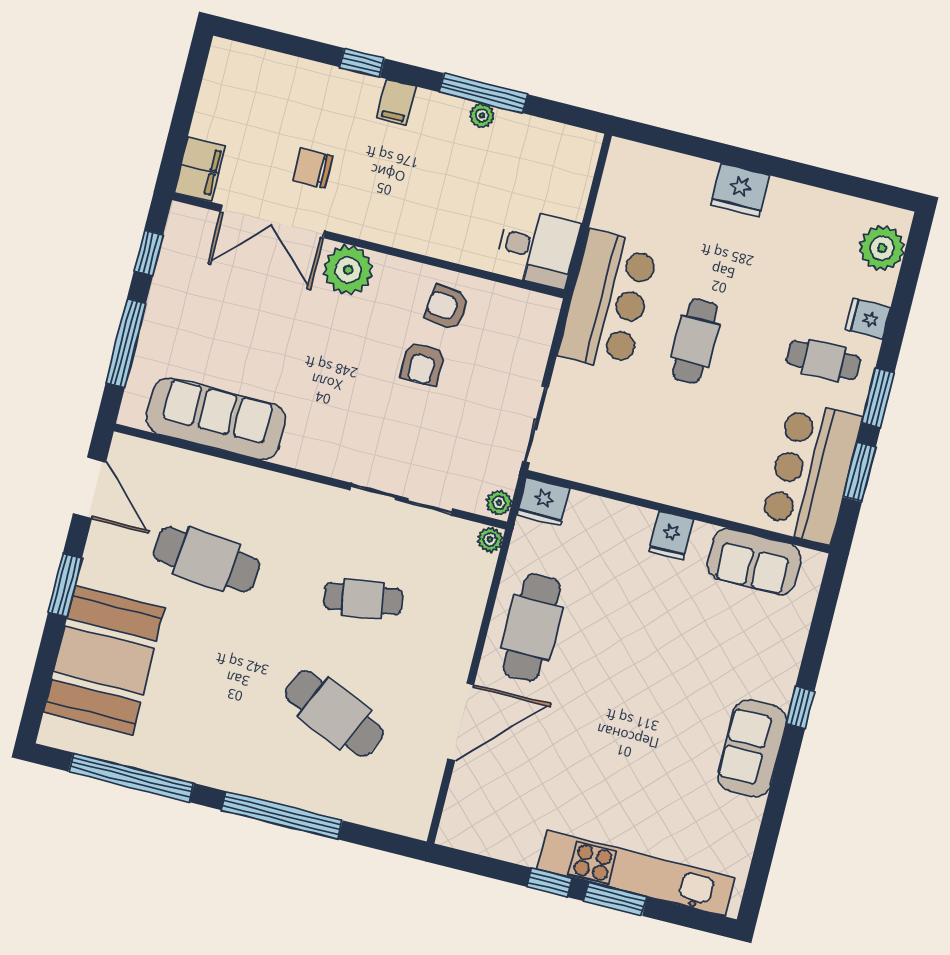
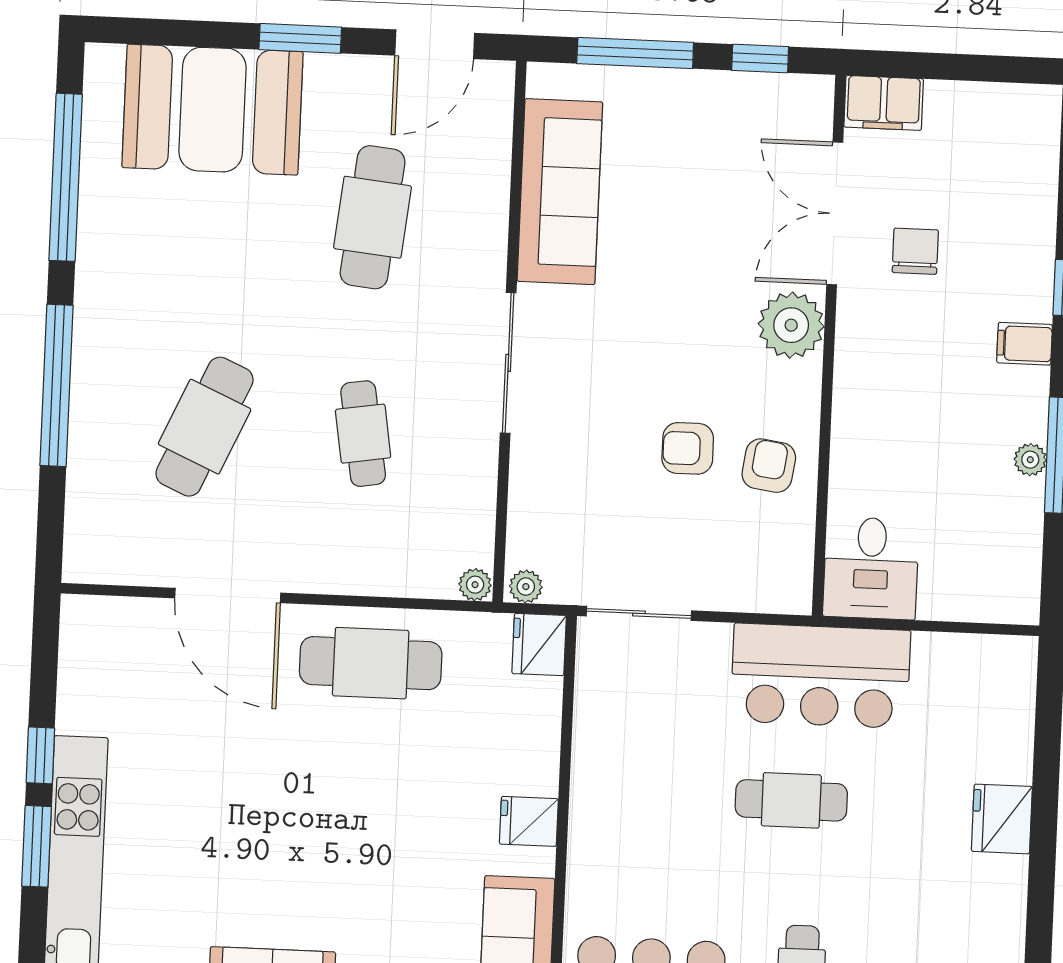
sliding door: (402, 499) -> (508, 363), moved

